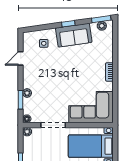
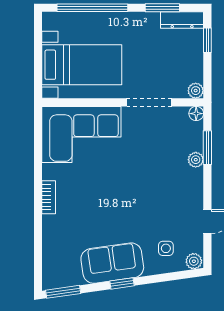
plant: (102, 26) -> (194, 261), moved

